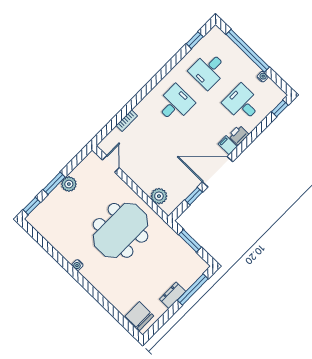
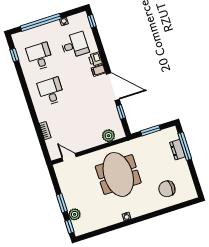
desk: (208, 70) -> (40, 56), turned 180
desk: (242, 103) -> (75, 45), turned 180
door: (218, 172) -> (113, 87), swing flipped
plant: (69, 184) -> (75, 214), moved
dresser: (173, 295) -> (178, 150), moved
chair: (139, 316) -> (167, 189), moved

